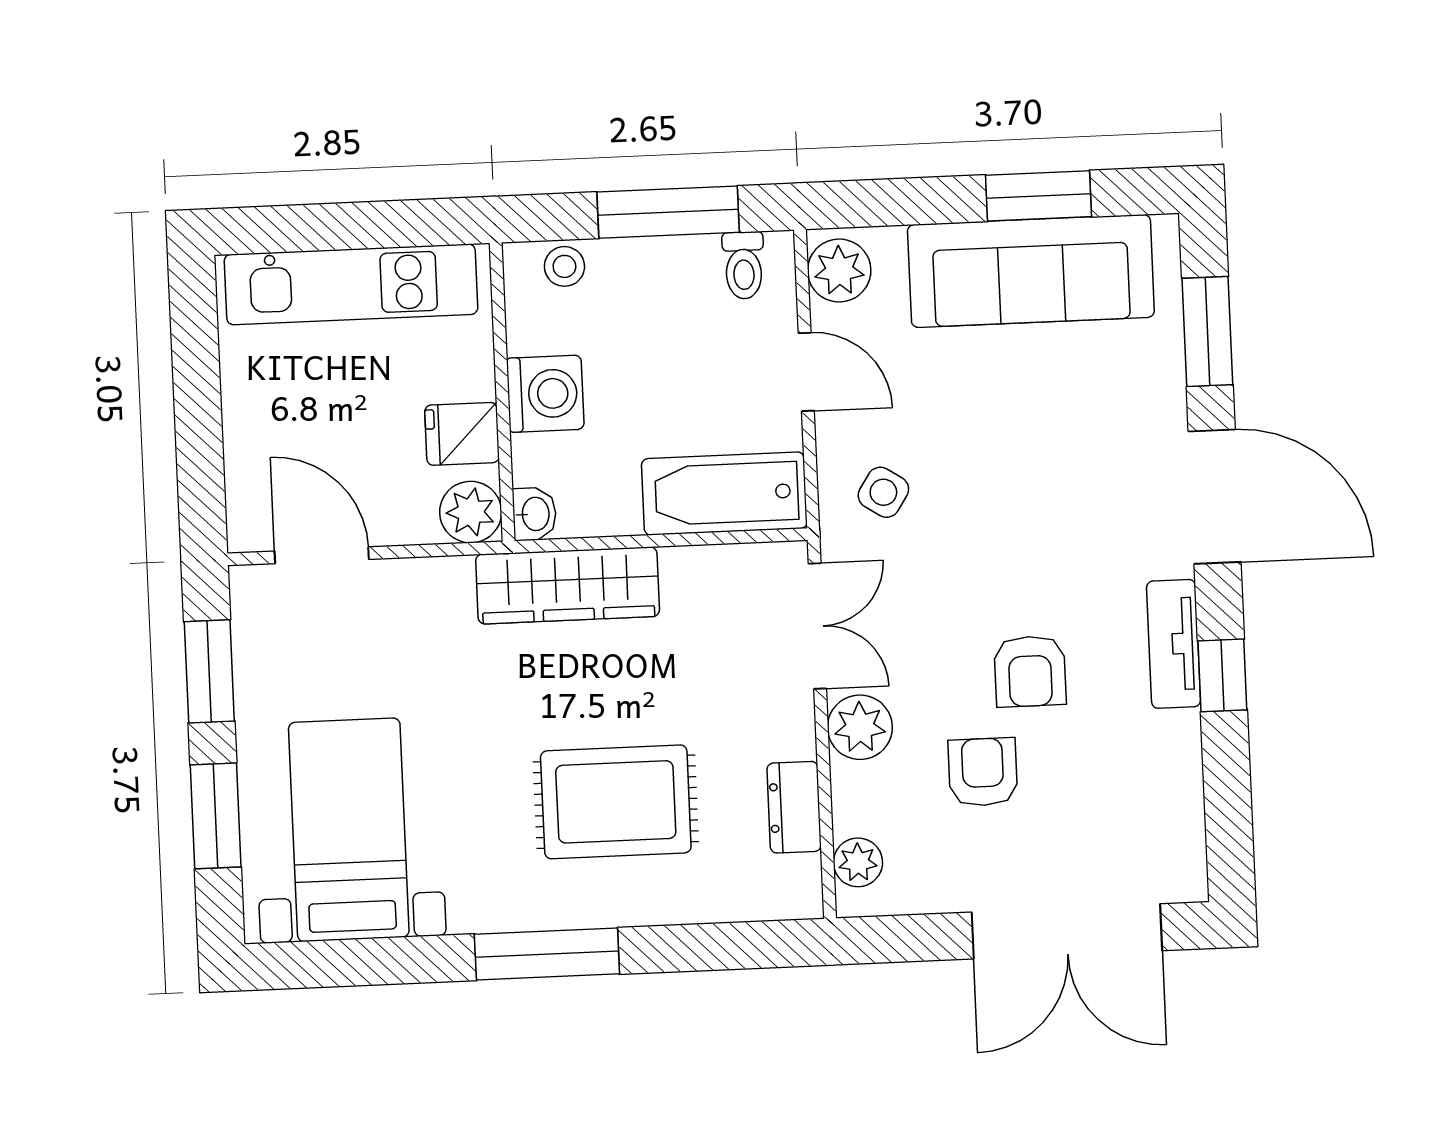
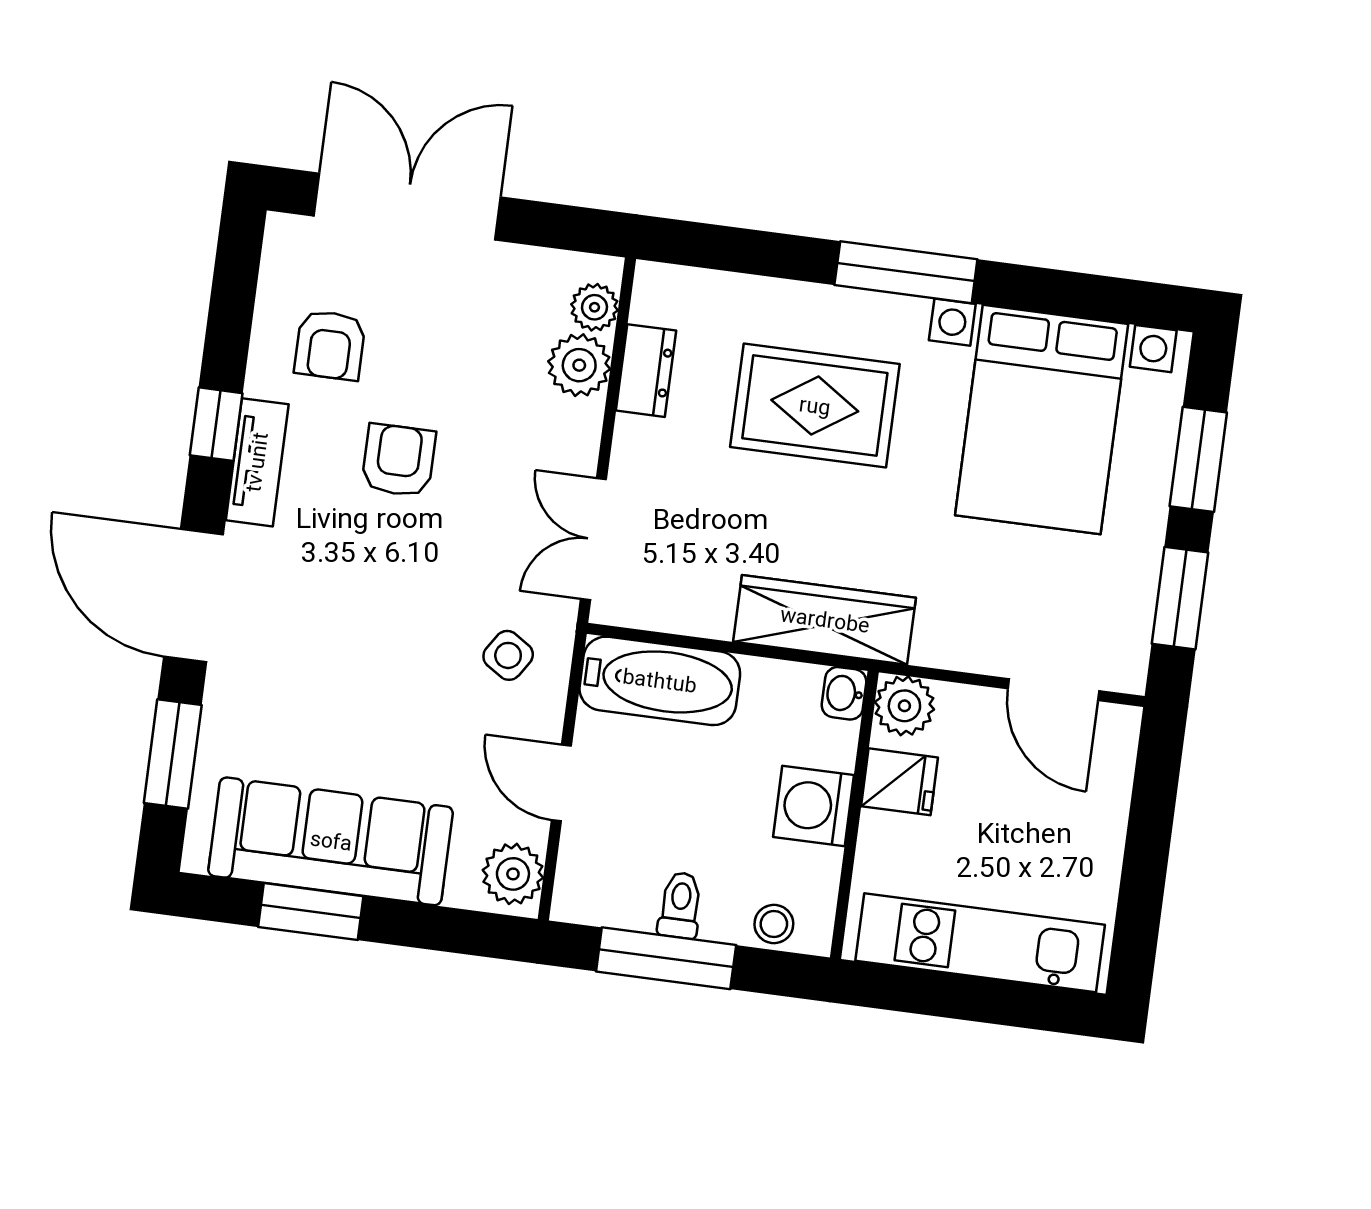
toilet: (744, 265) -> (680, 905), moved
plant: (860, 727) -> (579, 365), moved
armchair: (983, 772) -> (330, 345), moved
bed with nightstands: (349, 830) -> (1042, 420), width x1.36

